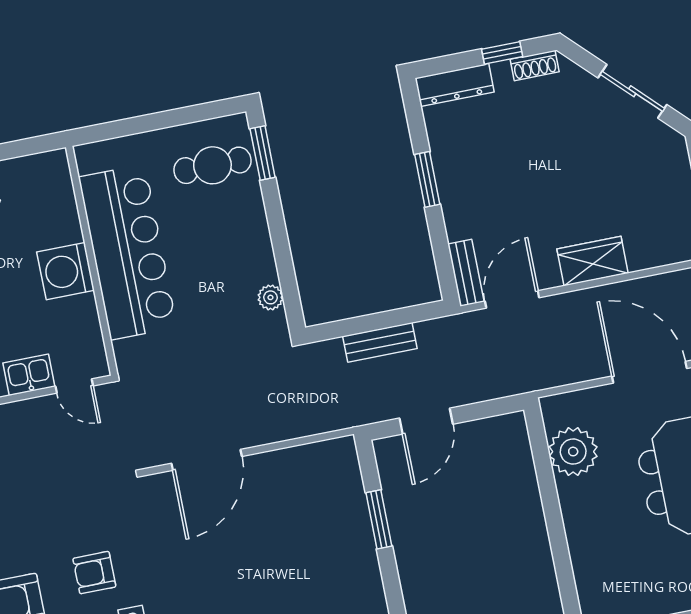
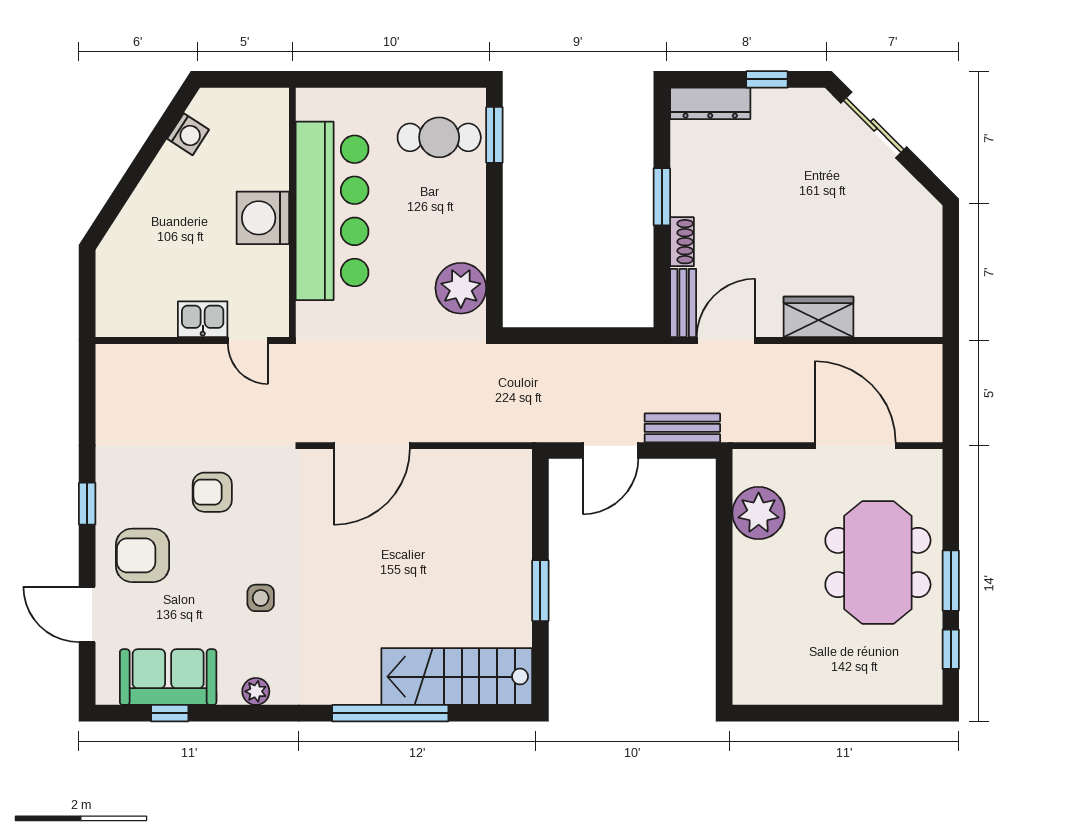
shoe rack: (535, 66) -> (682, 242), moved, turned -90
sliding door: (632, 91) -> (874, 125), moved
plant: (270, 297) -> (461, 288), width x1.88, depth x1.88
bench: (380, 342) -> (682, 428), moved
window: (379, 519) -> (540, 591), moved
armchair: (94, 573) -> (212, 492), moved

